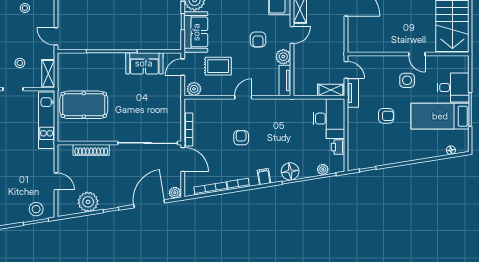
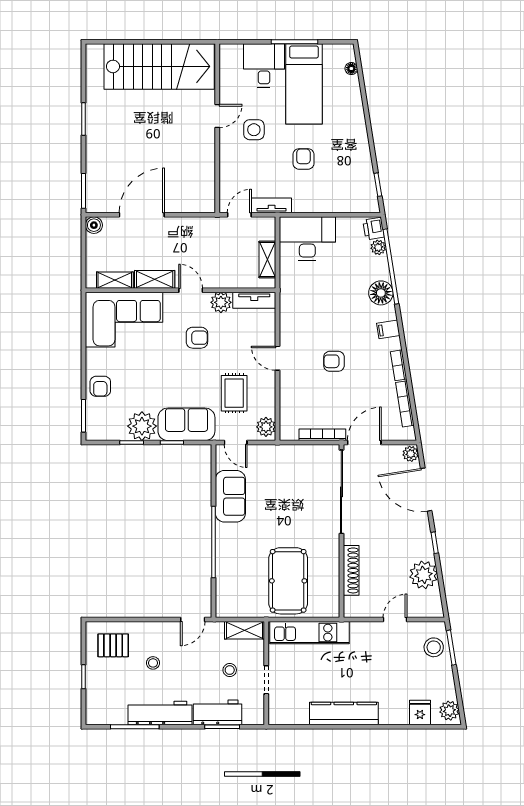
shelving: (331, 90) -> (267, 259), moved
printer: (338, 147) -> (374, 229), moved, turned 81

